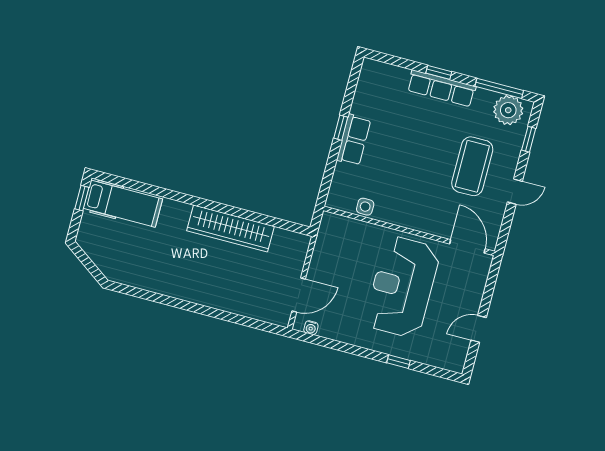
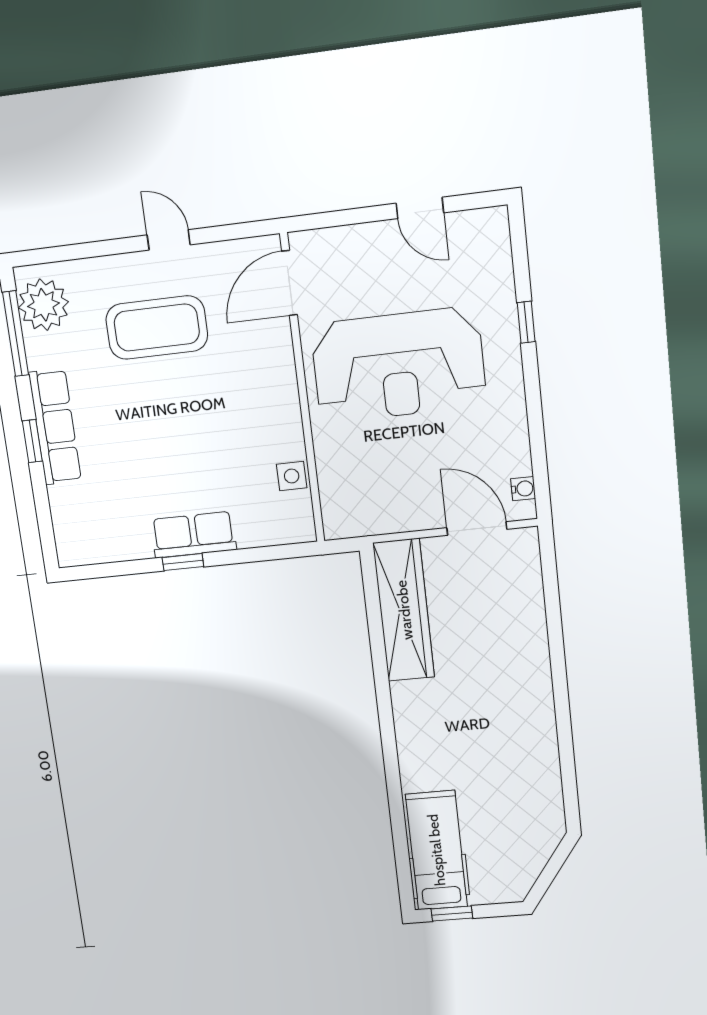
window: (529, 139) -> (75, 252), removed
wardrobe: (230, 228) -> (404, 610), moved

